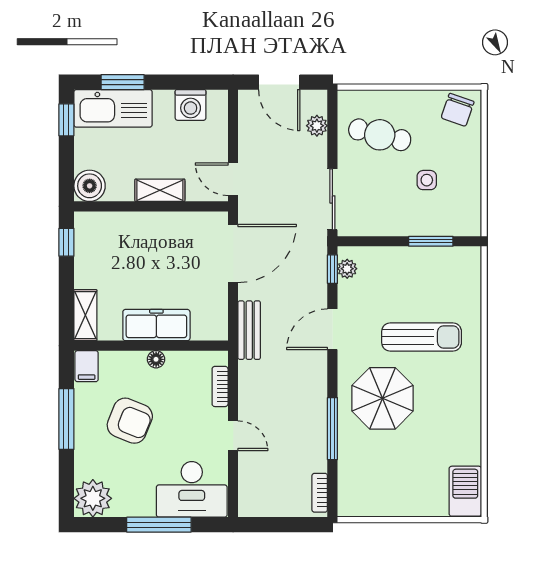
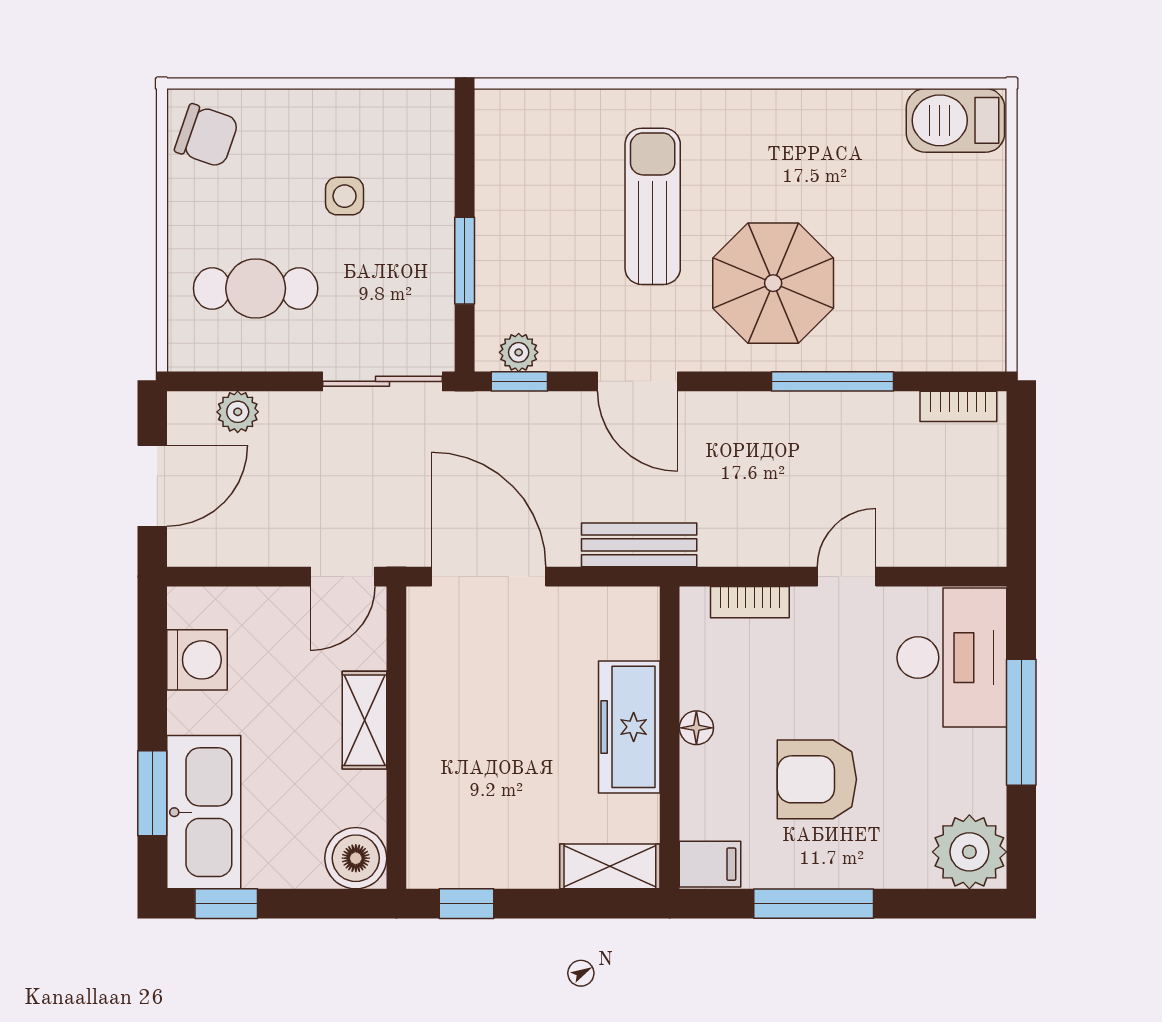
cafe table: (380, 135) -> (256, 288), turned 76
window: (431, 241) -> (465, 261), moved
armchair: (130, 421) -> (817, 779), turned -112

